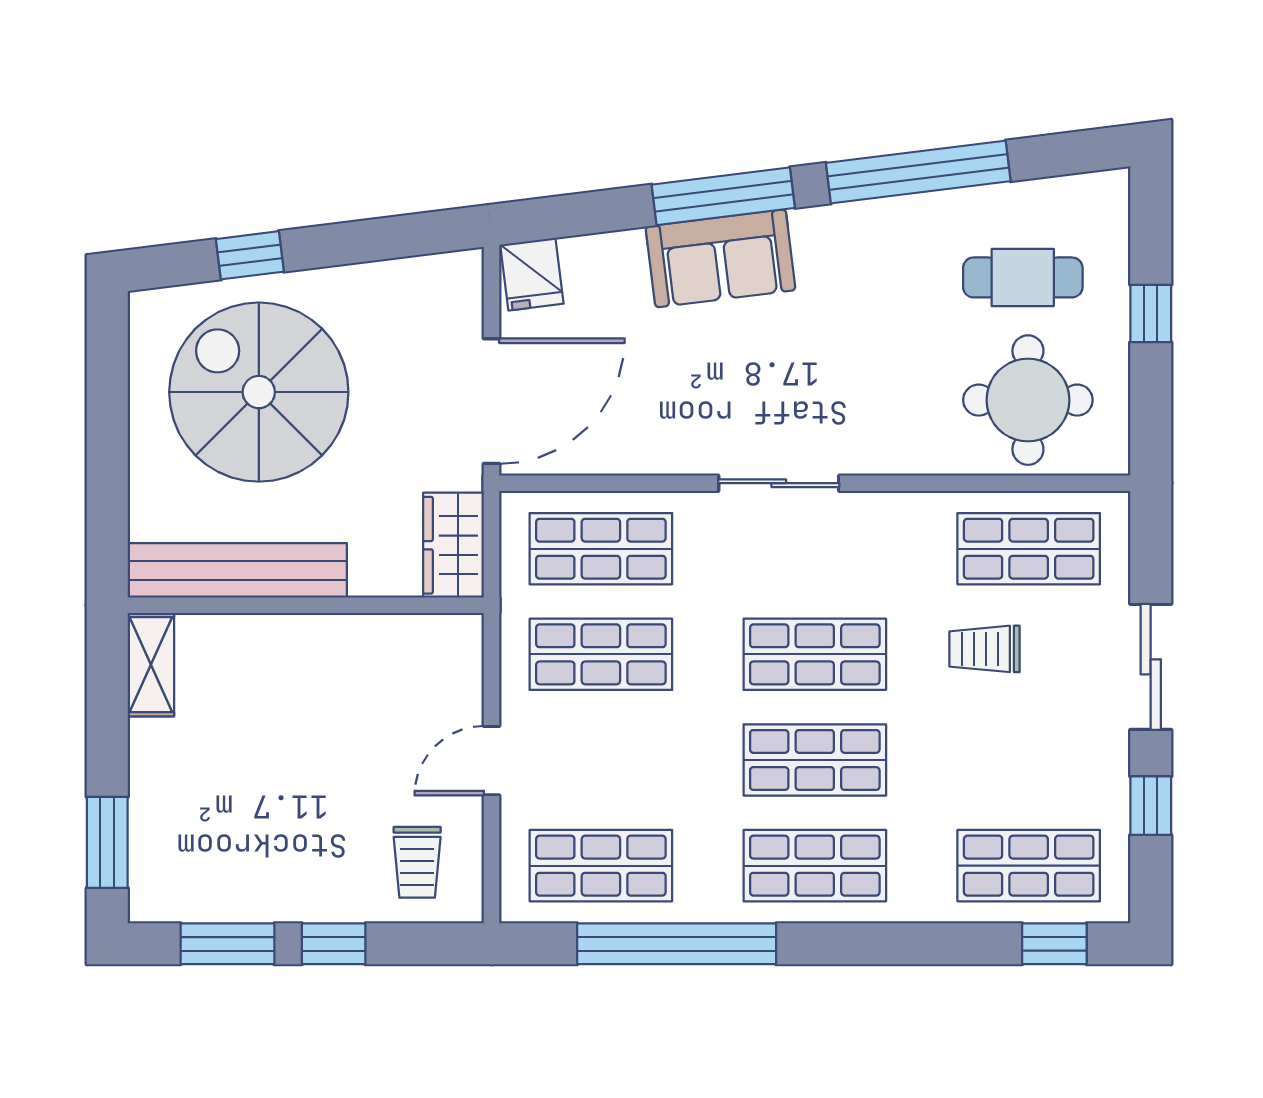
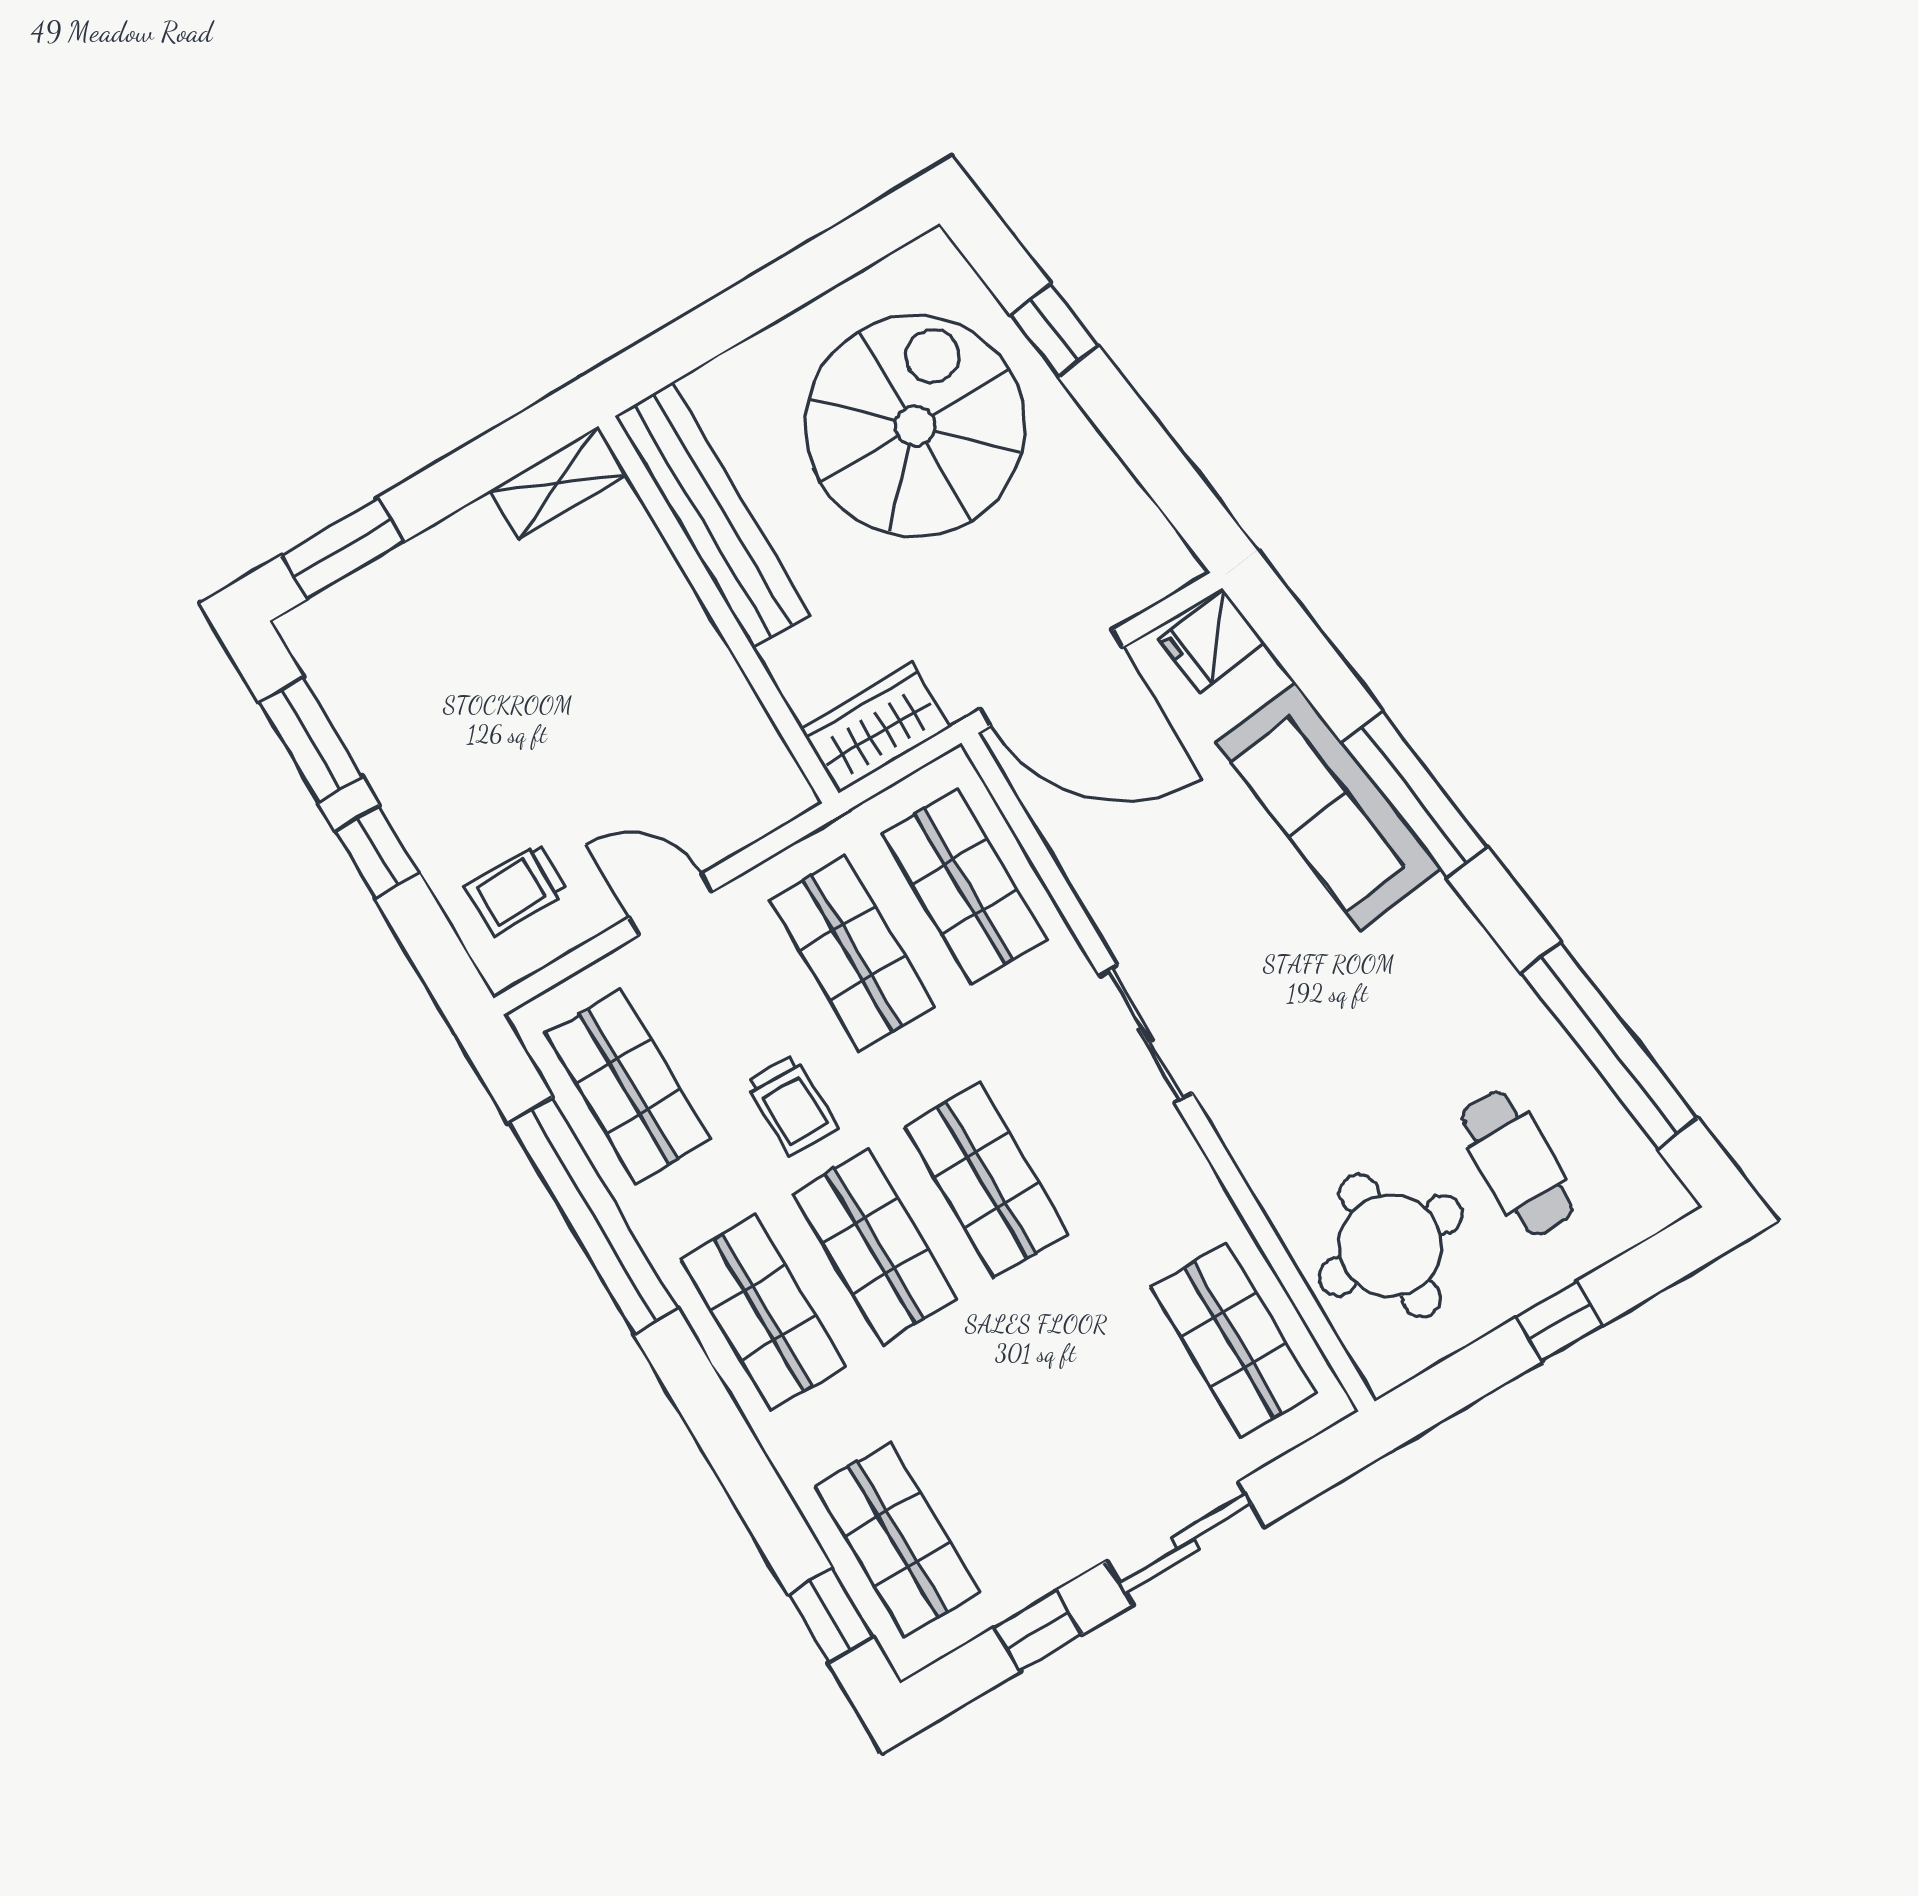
window: (918, 172) -> (1609, 1045), moved
sofa: (721, 258) -> (1328, 806), width x1.36
trolley: (985, 649) -> (792, 1105), moved, turned 180

